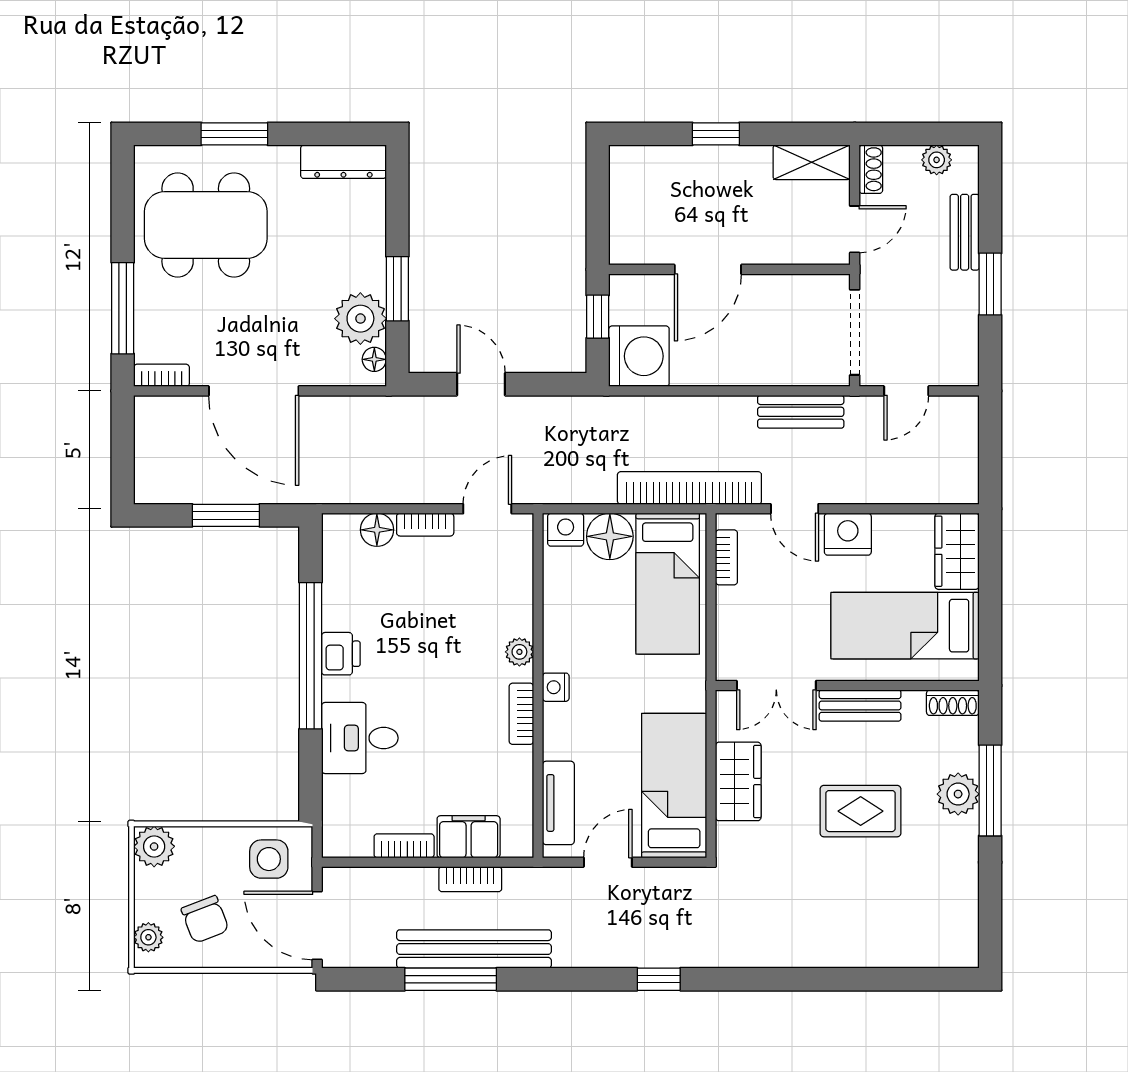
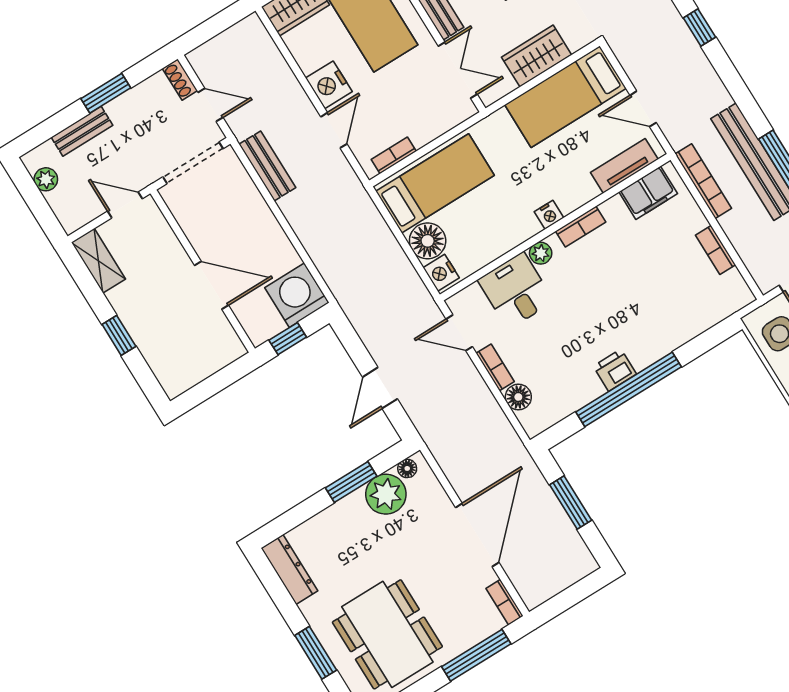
shoe rack: (871, 169) -> (180, 79), moved, turned -90
bookcase: (689, 488) -> (363, 208), removed
desk: (360, 738) -> (516, 291), moved, turned 180
filing cabinet: (469, 837) -> (648, 193), moved, turned -90
bookcase: (470, 879) -> (703, 181), width x1.56

